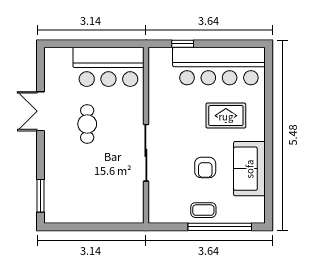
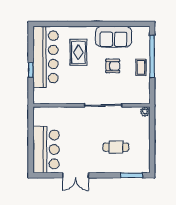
window: (183, 44) -> (31, 70), moved
bar counter: (108, 67) -> (46, 149), moved
cafe table: (87, 124) -> (116, 147), moved
plant: (137, 216) -> (145, 112), added

